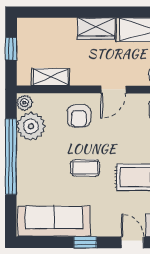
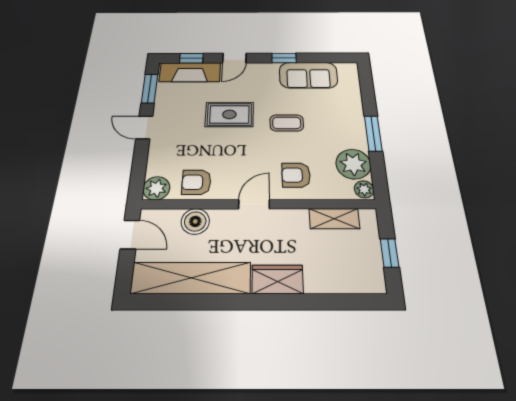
armchair: (79, 116) -> (296, 175), turned -90
window: (11, 157) -> (373, 133), width x0.47
sofa: (54, 221) -> (308, 75), width x0.73
door: (132, 242) -> (234, 58), hinge flipped

